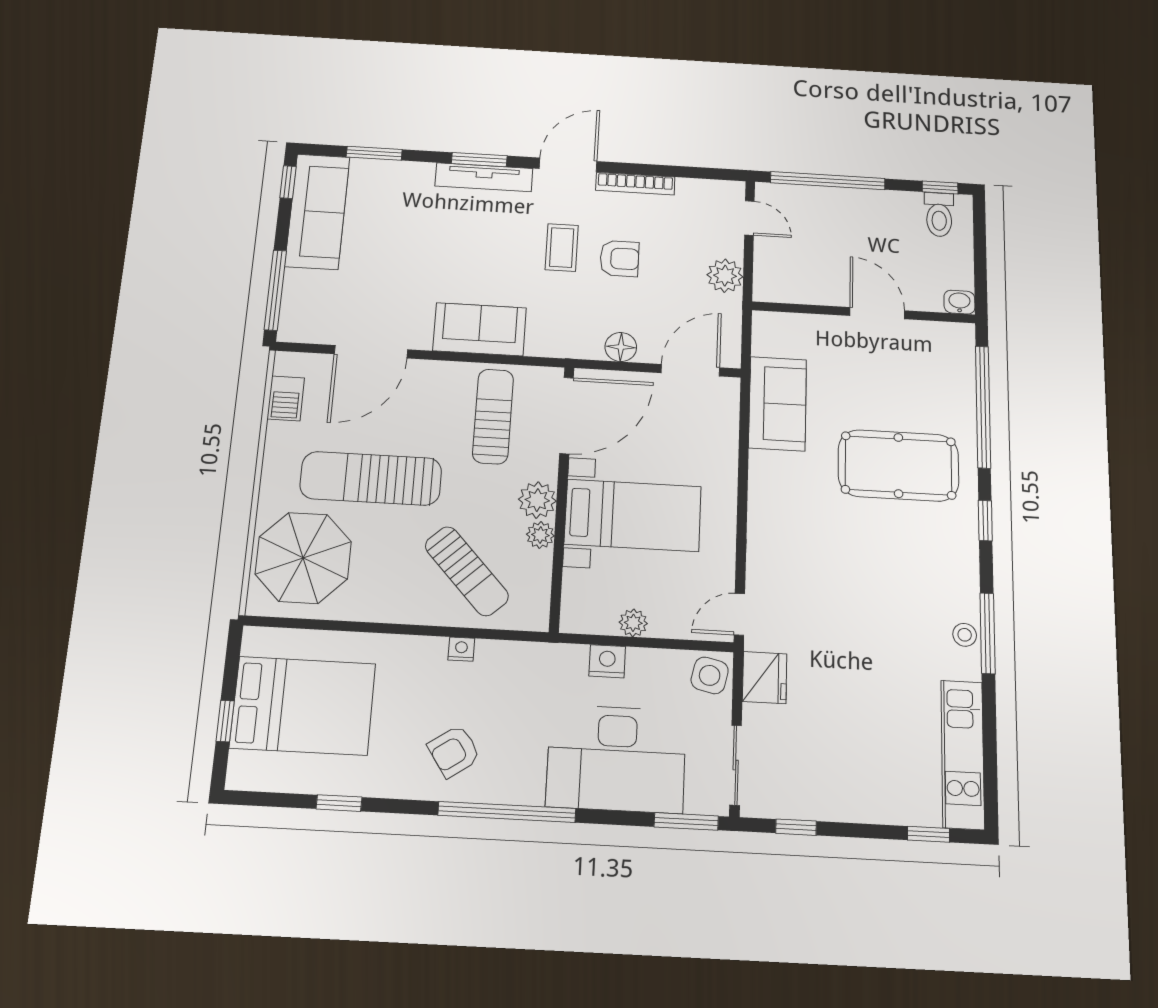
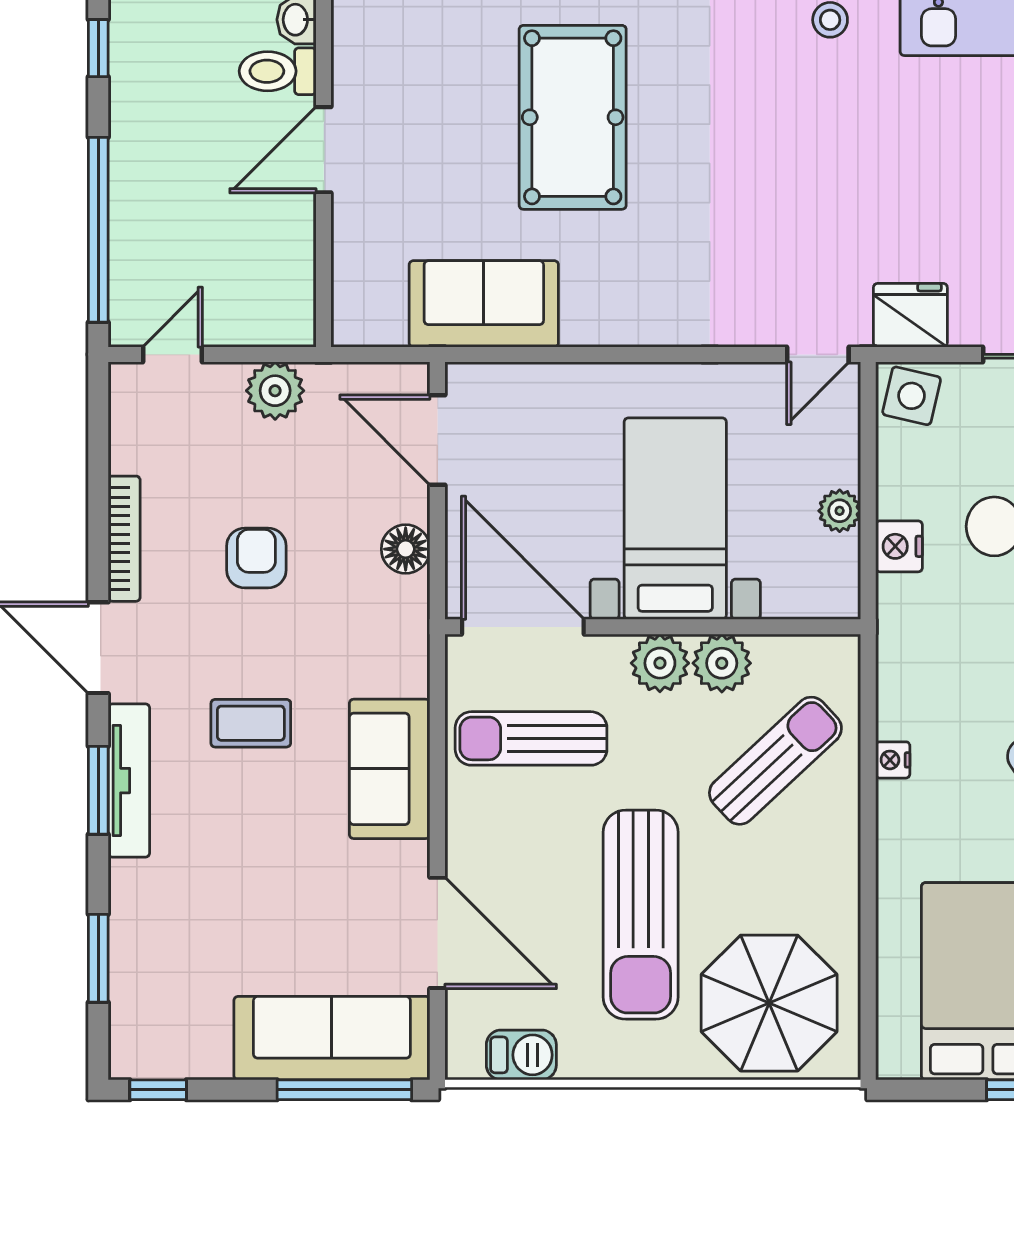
sofa: (317, 211) -> (332, 1038), moved
toilet: (939, 215) -> (278, 71), moved, turned 180
coffee table: (562, 248) -> (251, 723), moved
plant: (540, 535) -> (722, 663), width x1.38, depth x1.38
door: (739, 614) -> (818, 354), hinge flipped

